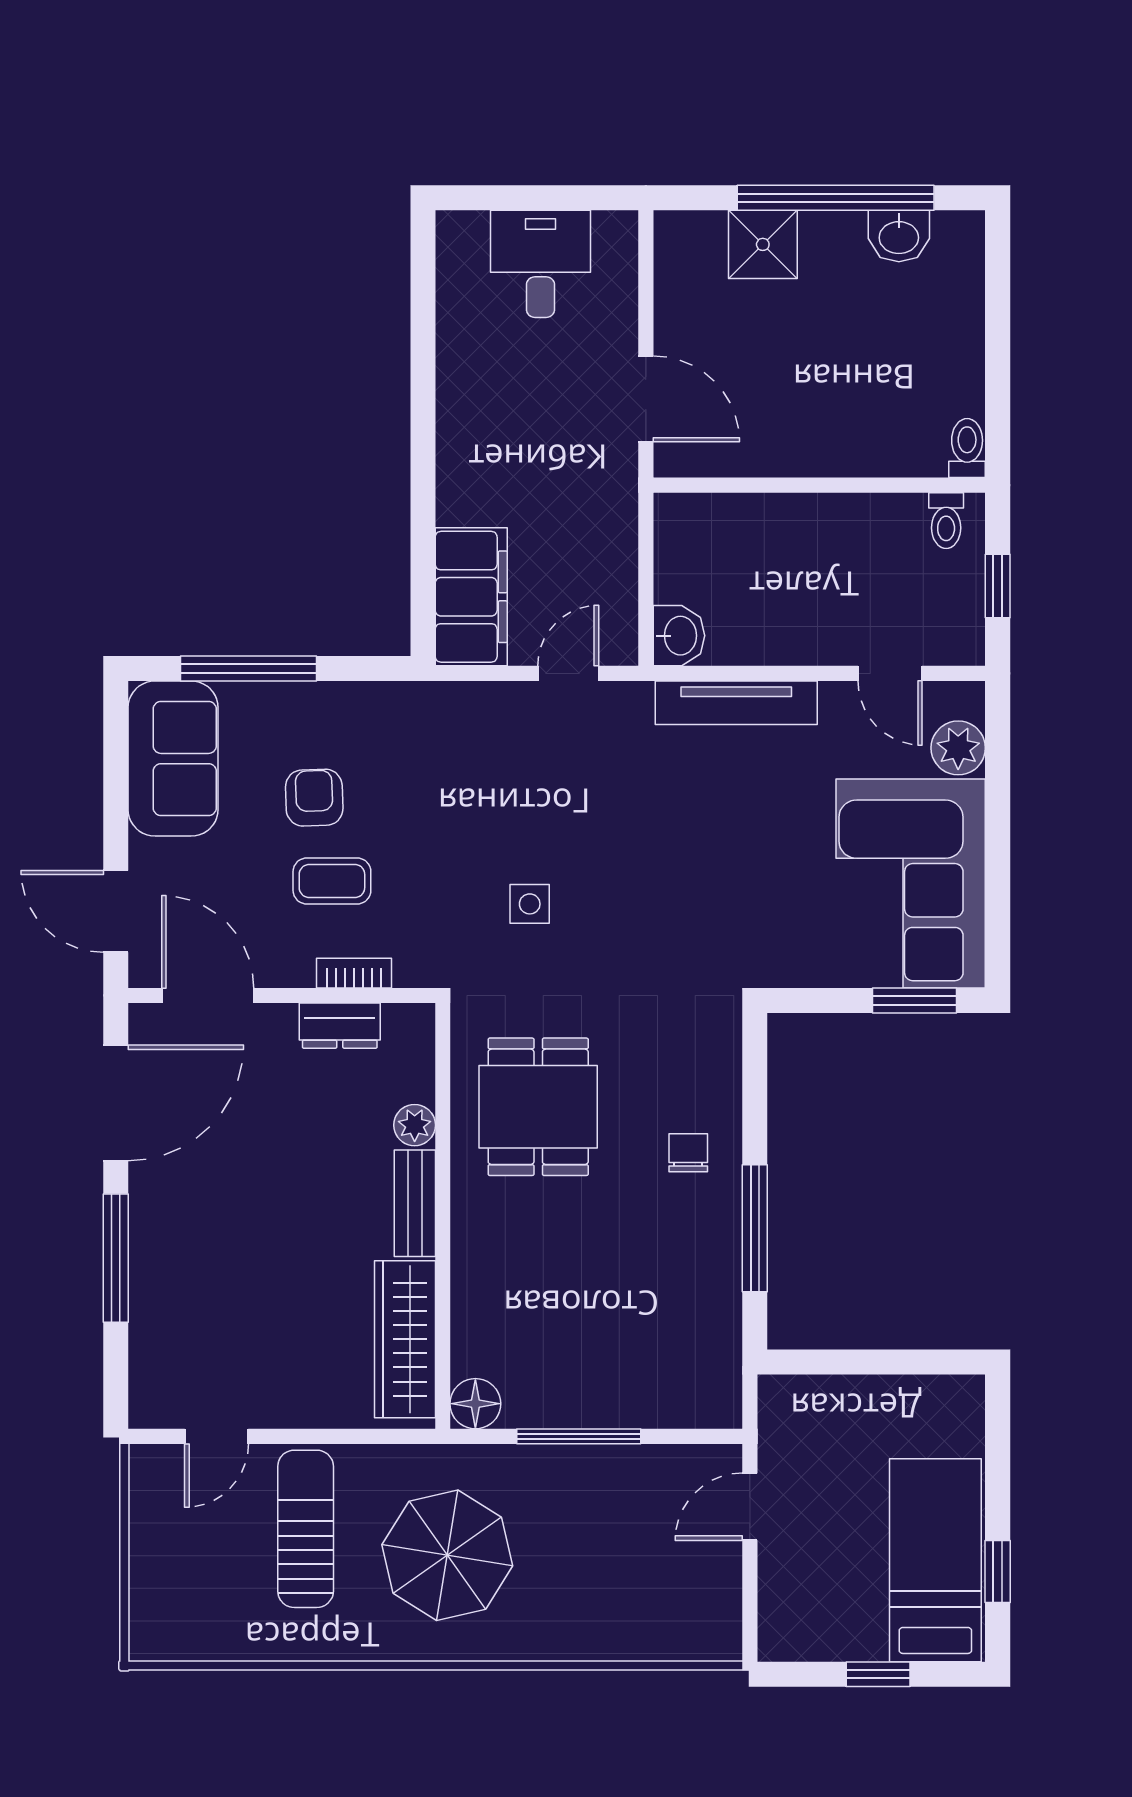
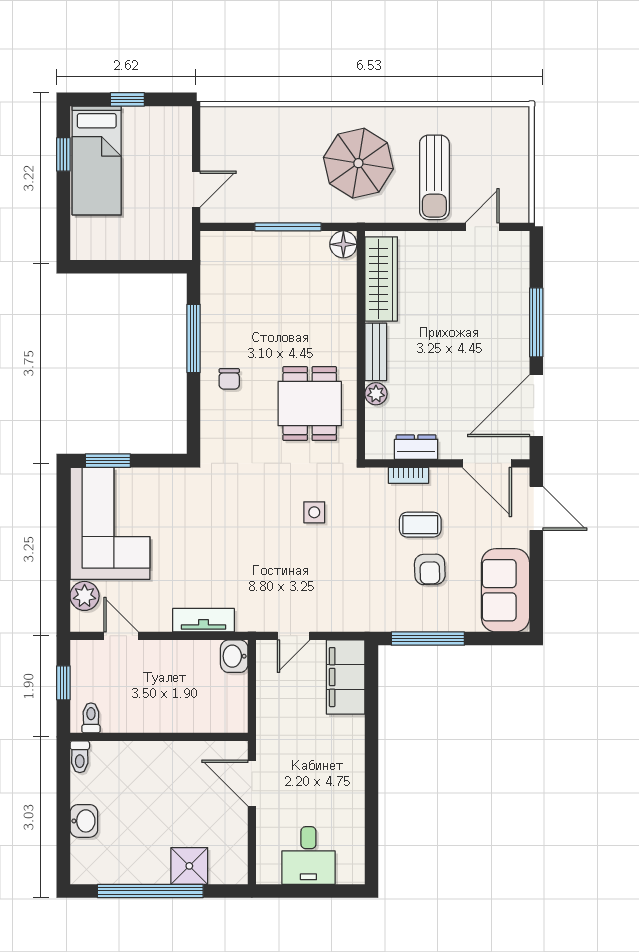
washbasin: (899, 236) -> (84, 821), moved, turned 90
window: (249, 668) -> (428, 639), moved
tv unit: (736, 703) -> (203, 620), width x0.71

